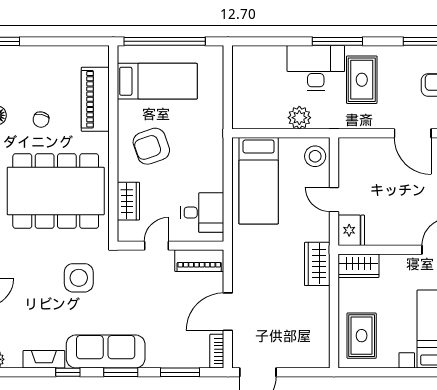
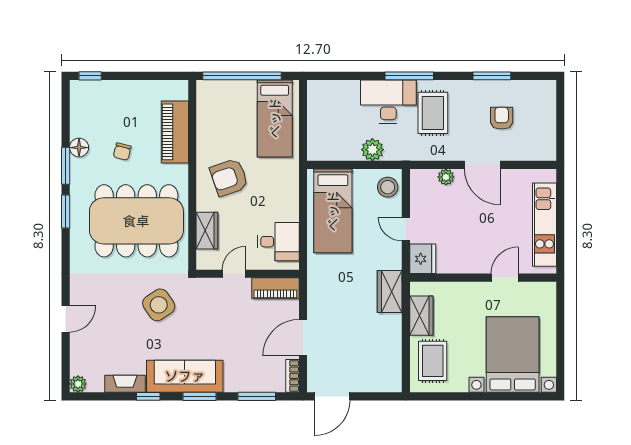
bed: (157, 81) -> (275, 118), moved, turned 90
plant: (375, 146) -> (446, 177), added
wardrobe: (358, 266) -> (421, 316), moved, turned -90
side table: (79, 278) -> (159, 305), turned -34

